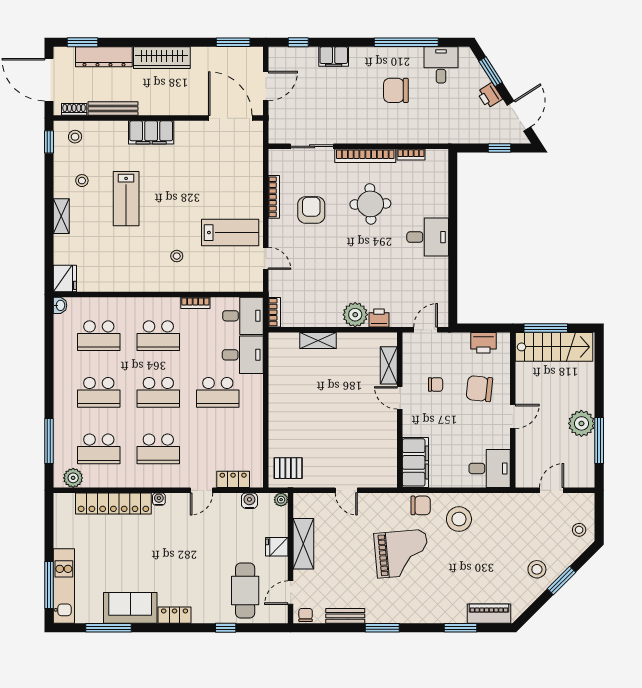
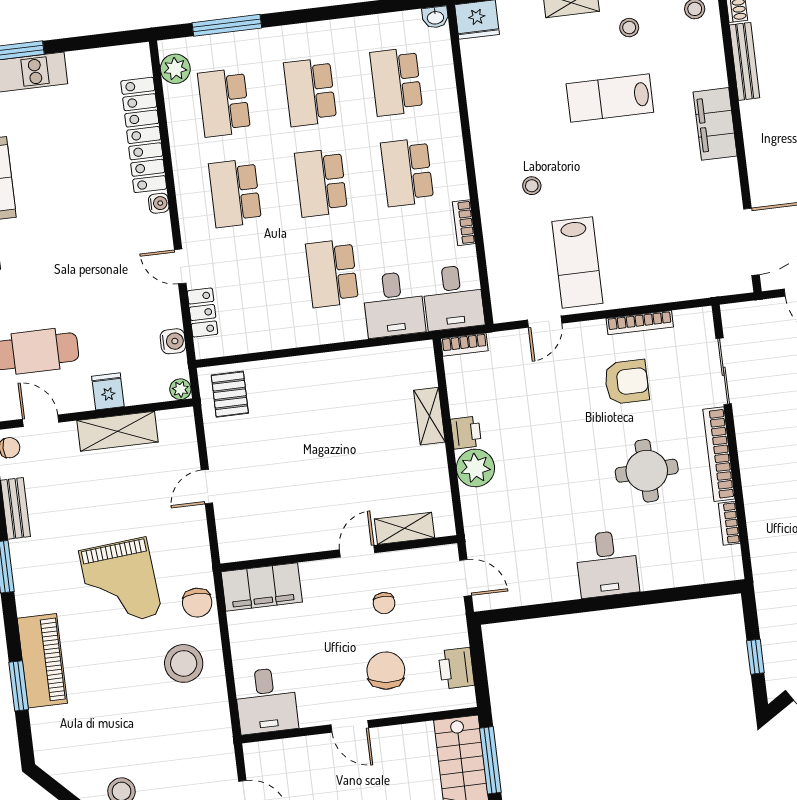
printer: (379, 318) -> (466, 433), moved
piano: (489, 614) -> (42, 661), moved, width x1.37, depth x1.33

